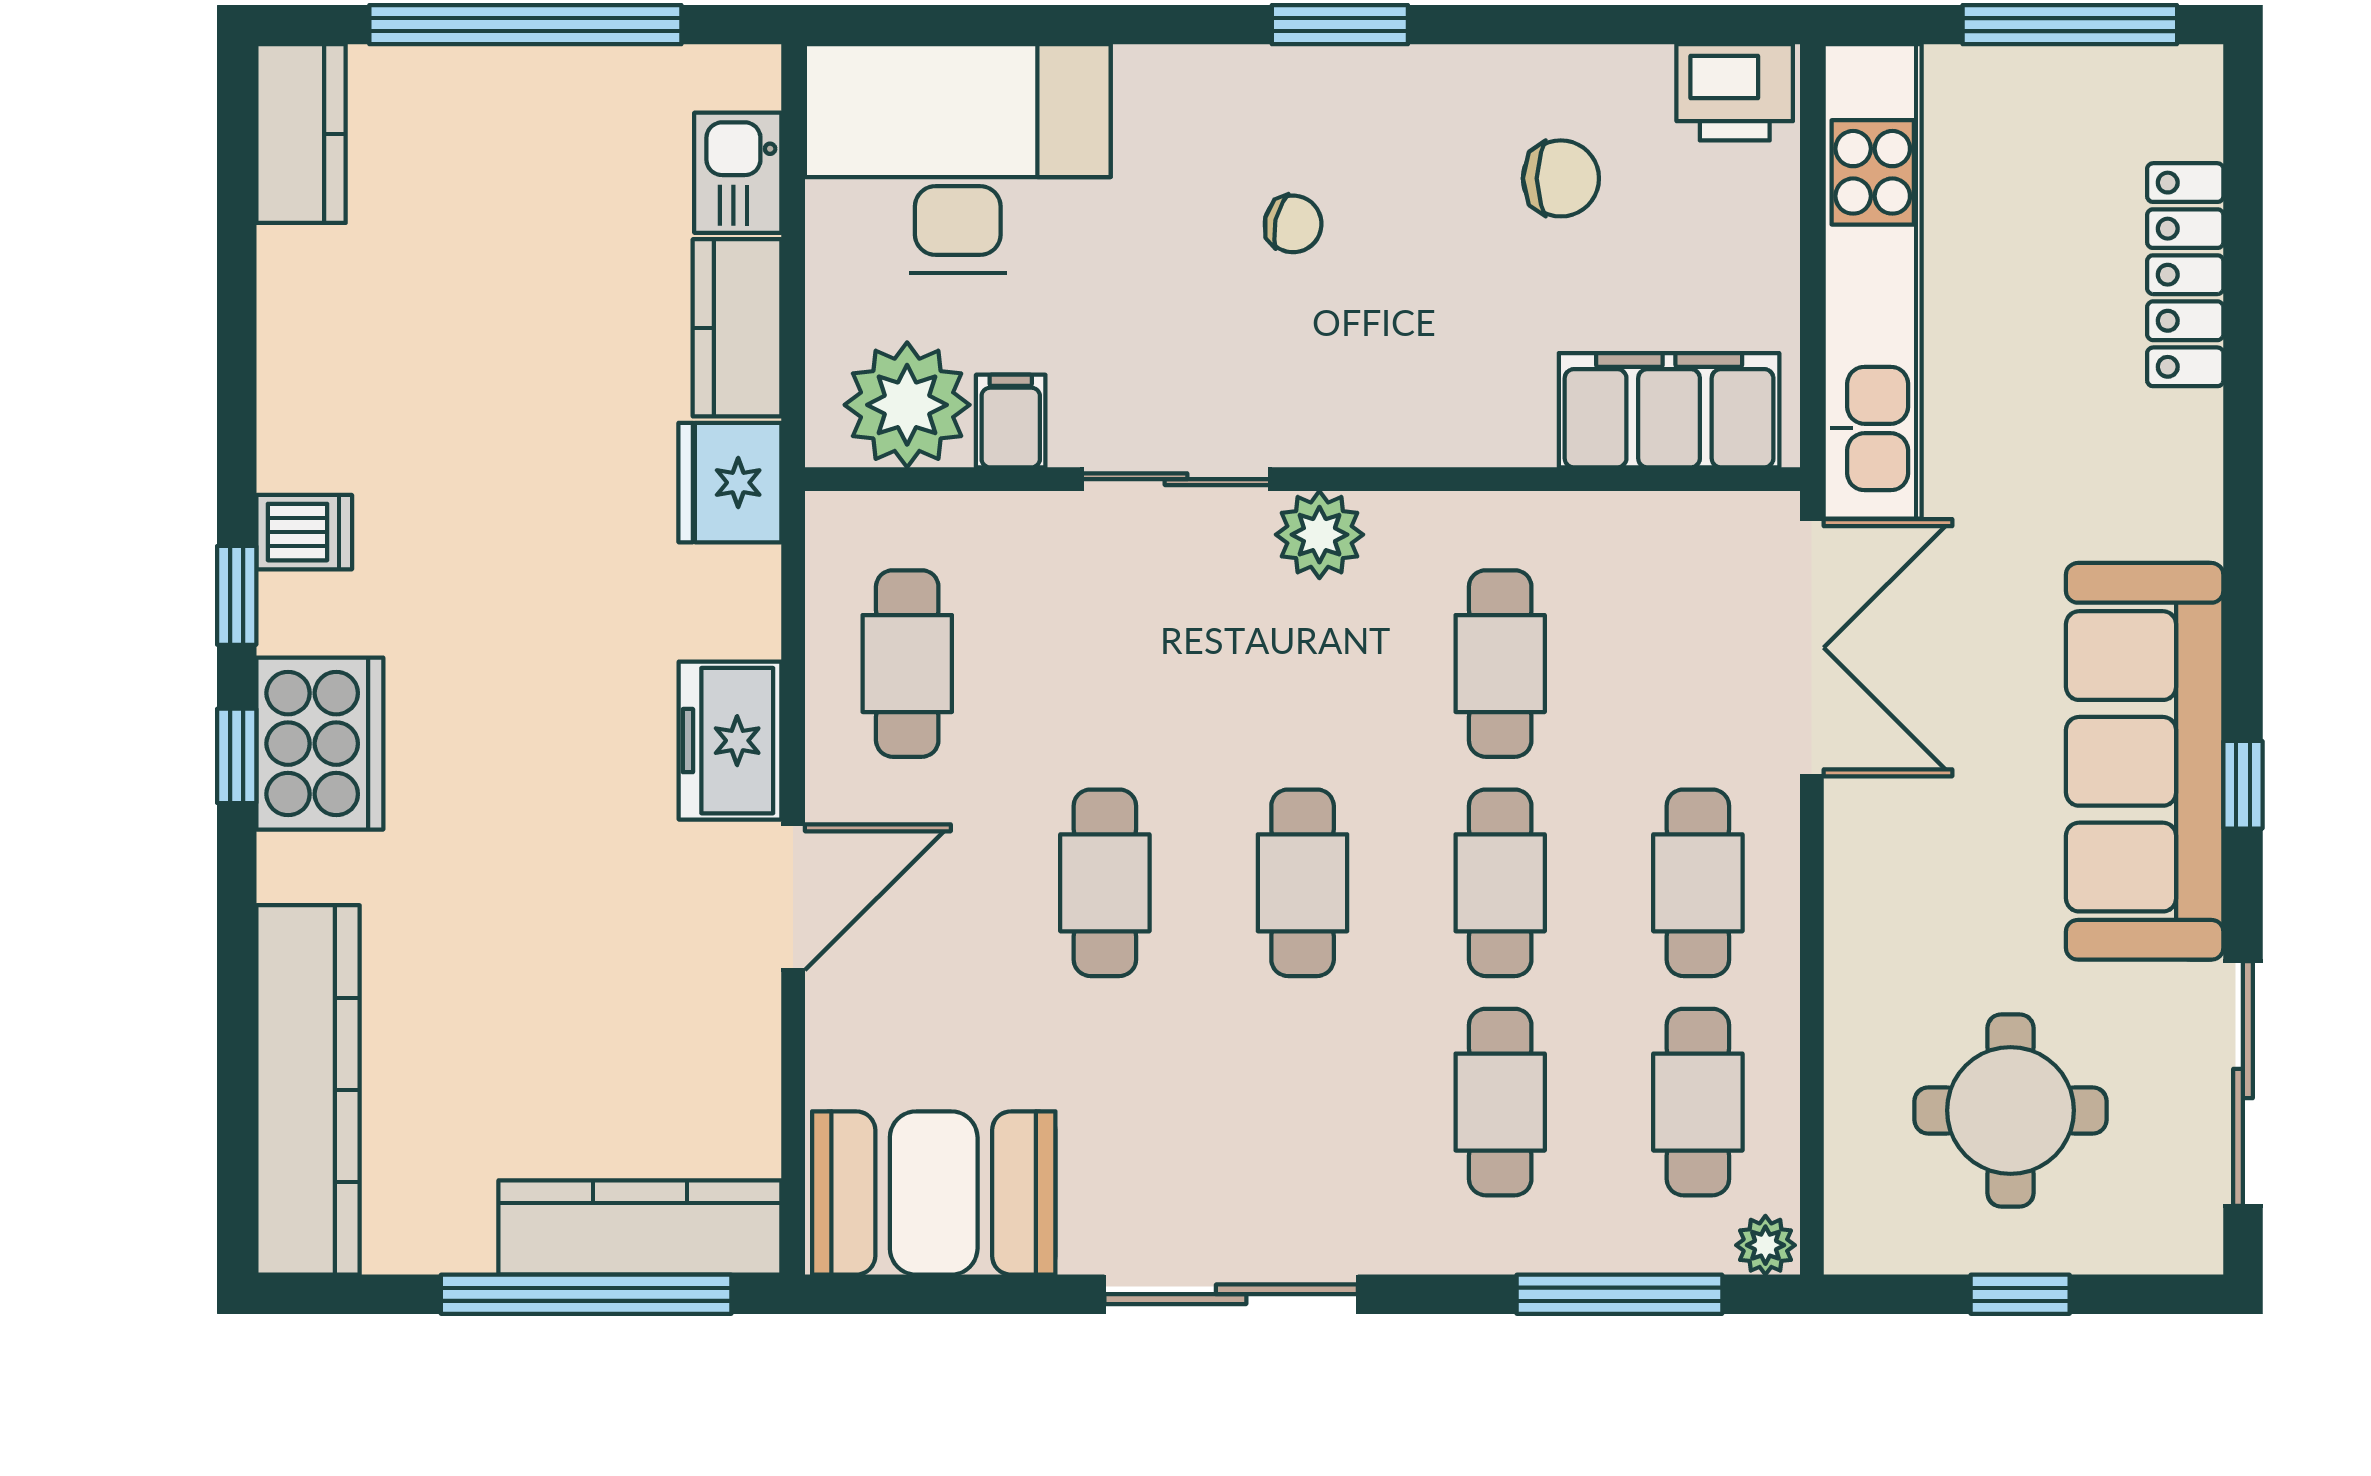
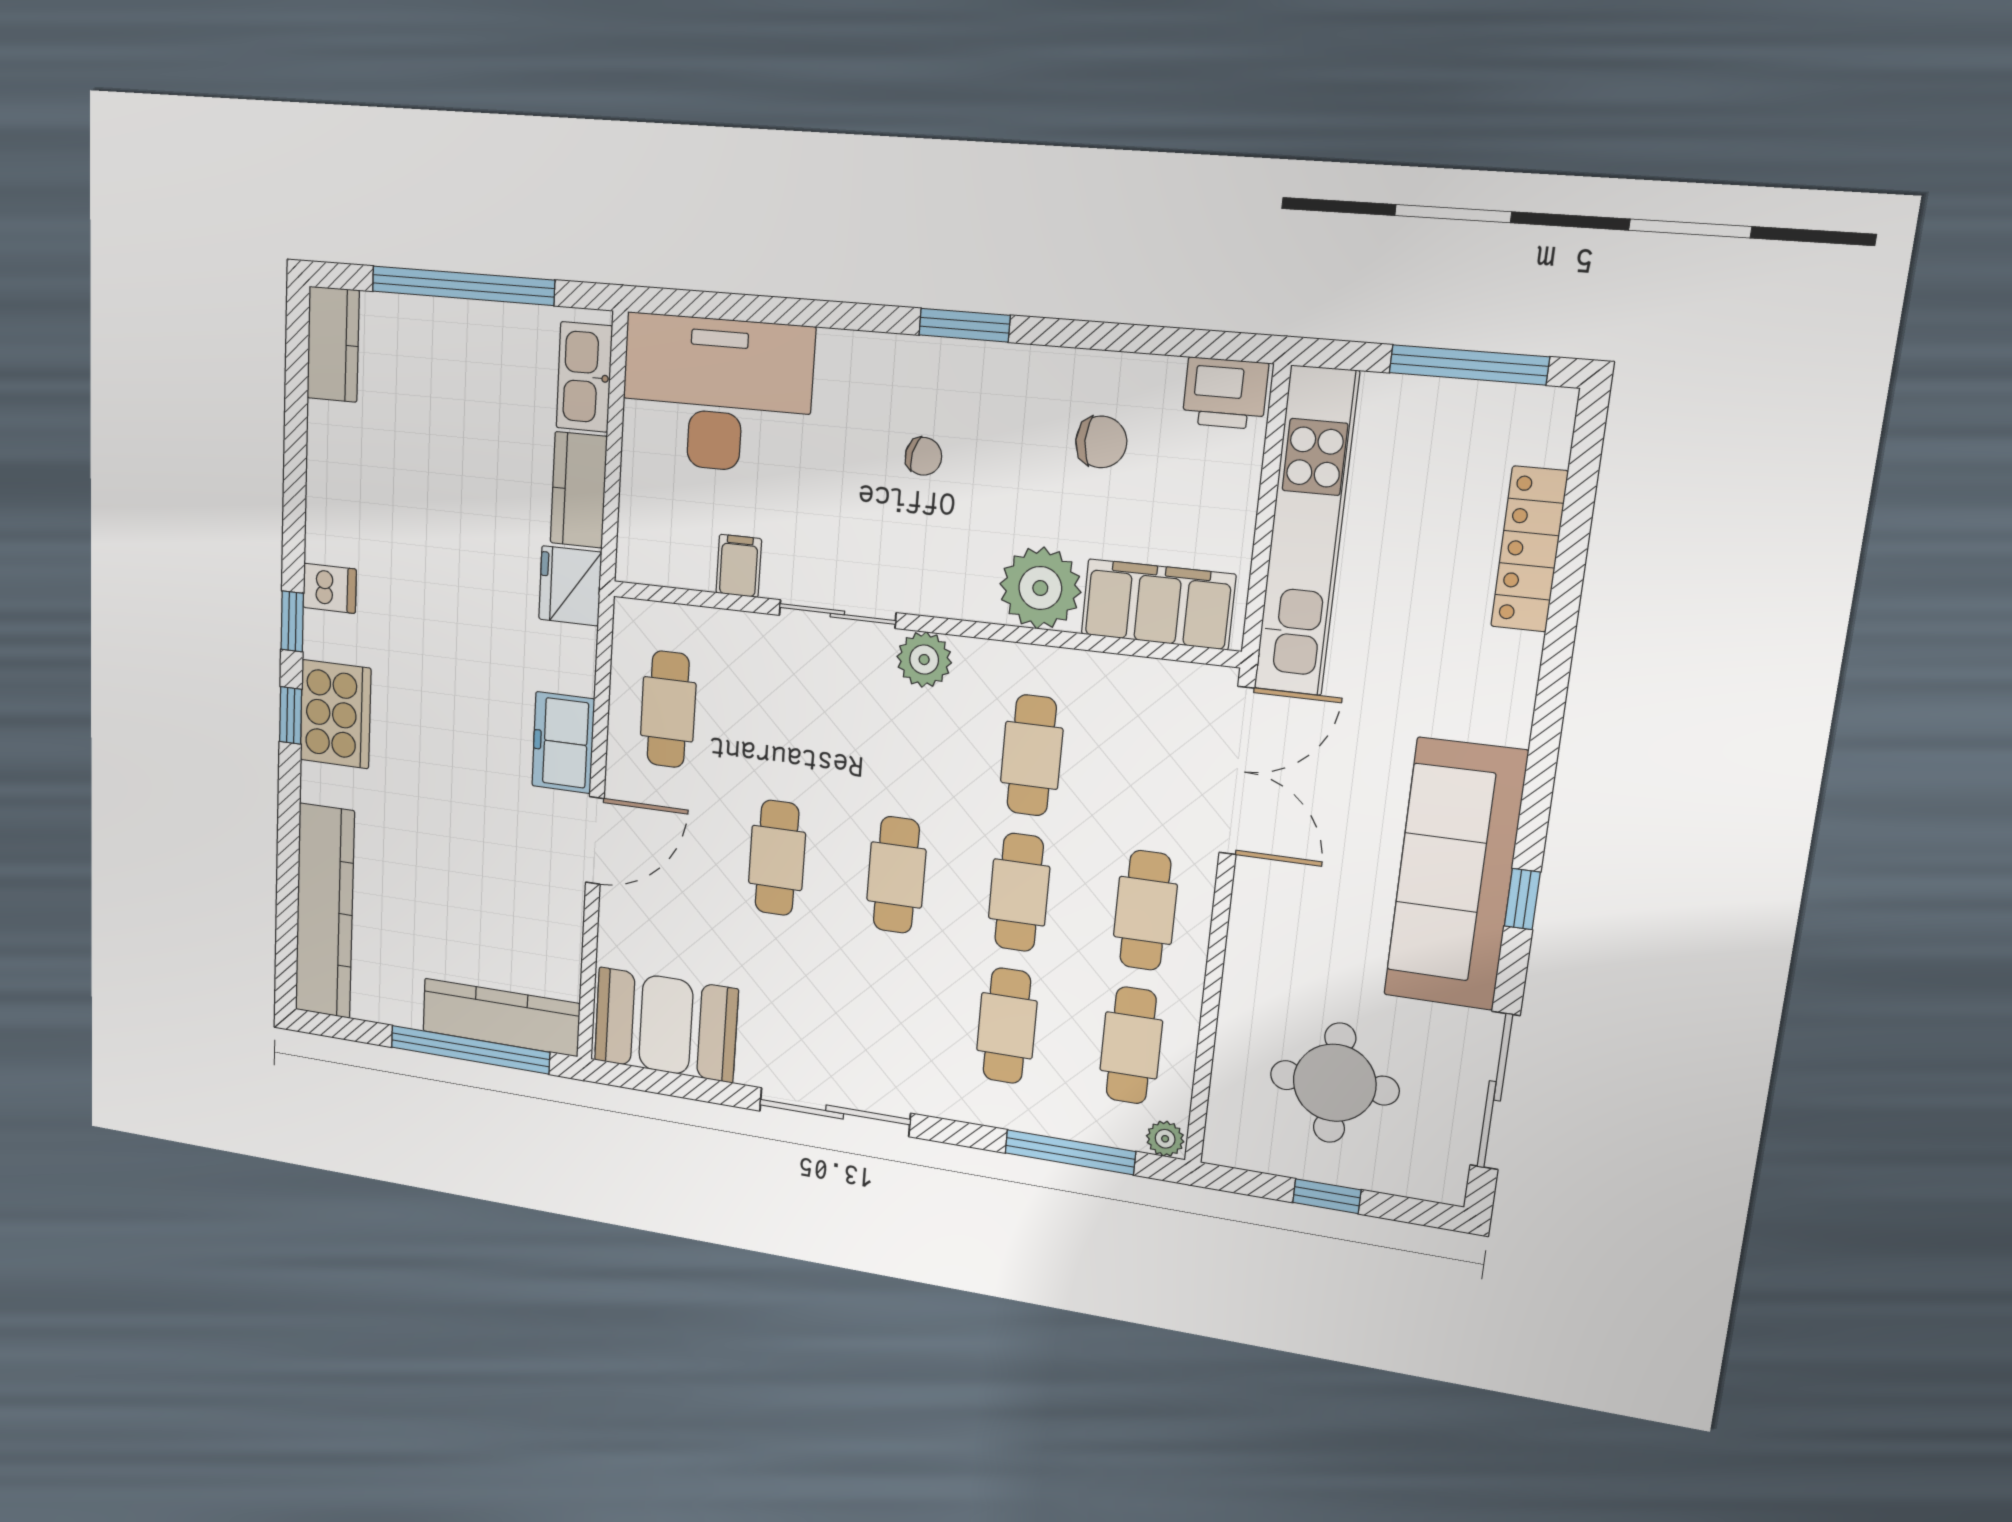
kitchen sink: (738, 173) -> (584, 377), width x1.38
plant: (907, 405) -> (1040, 588), moved

